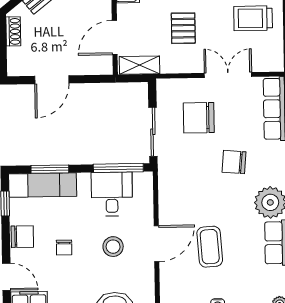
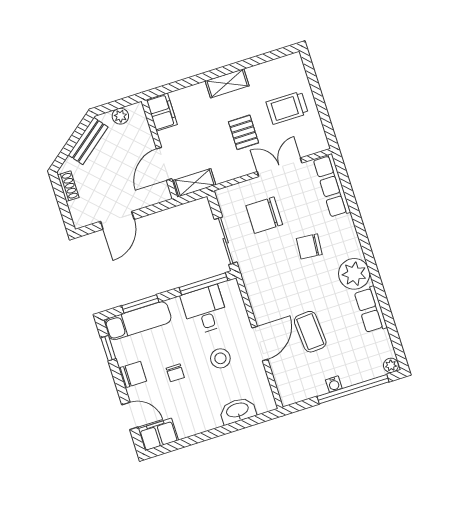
pallet: (183, 28) -> (244, 132), moved

